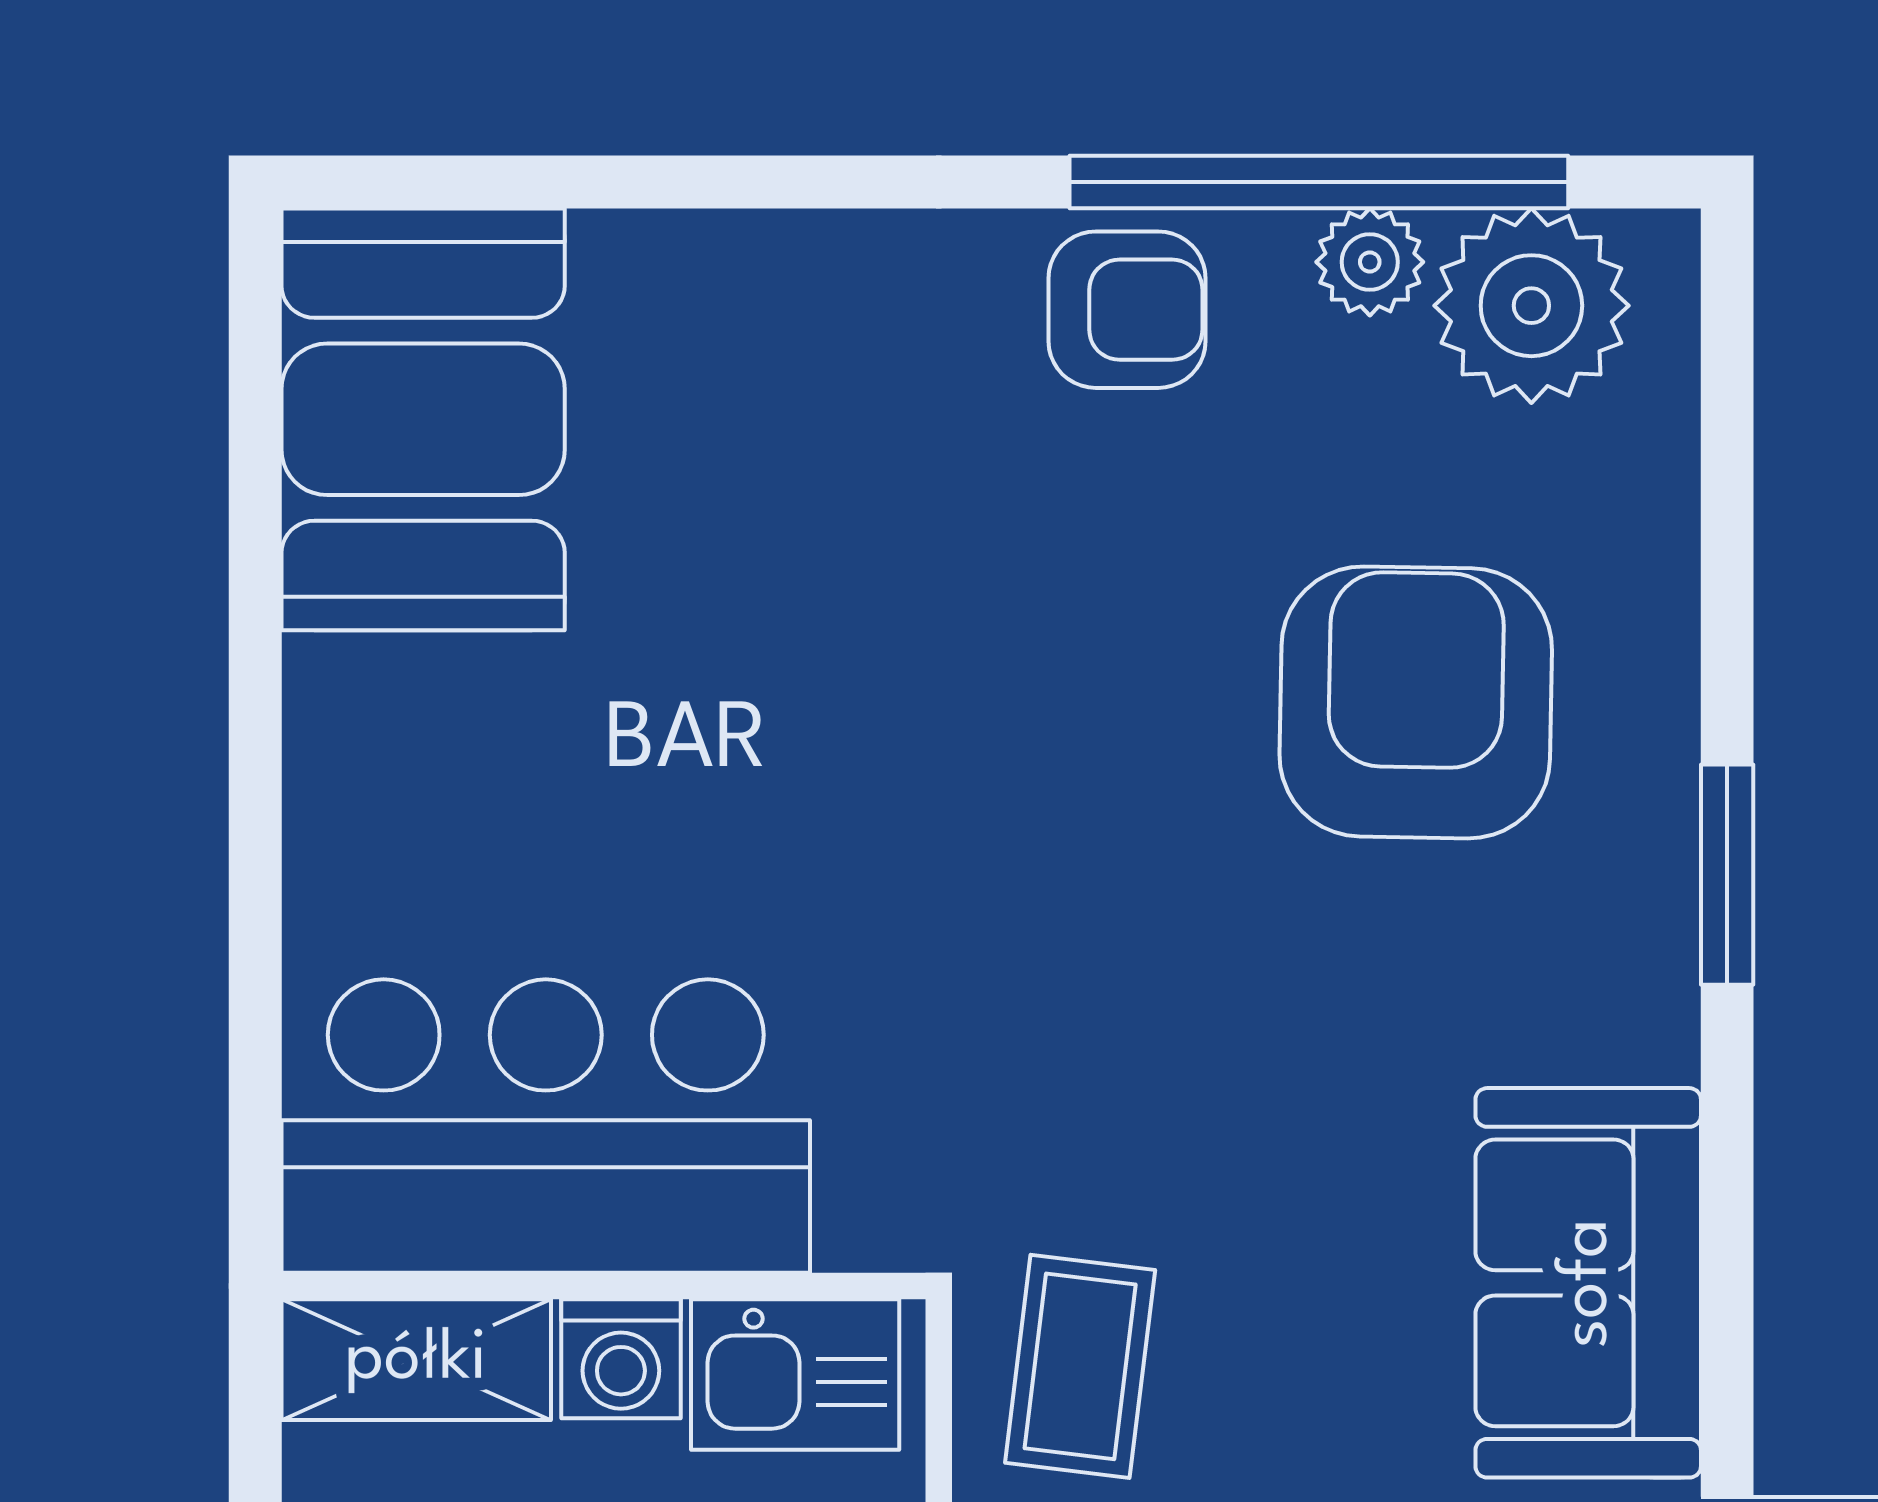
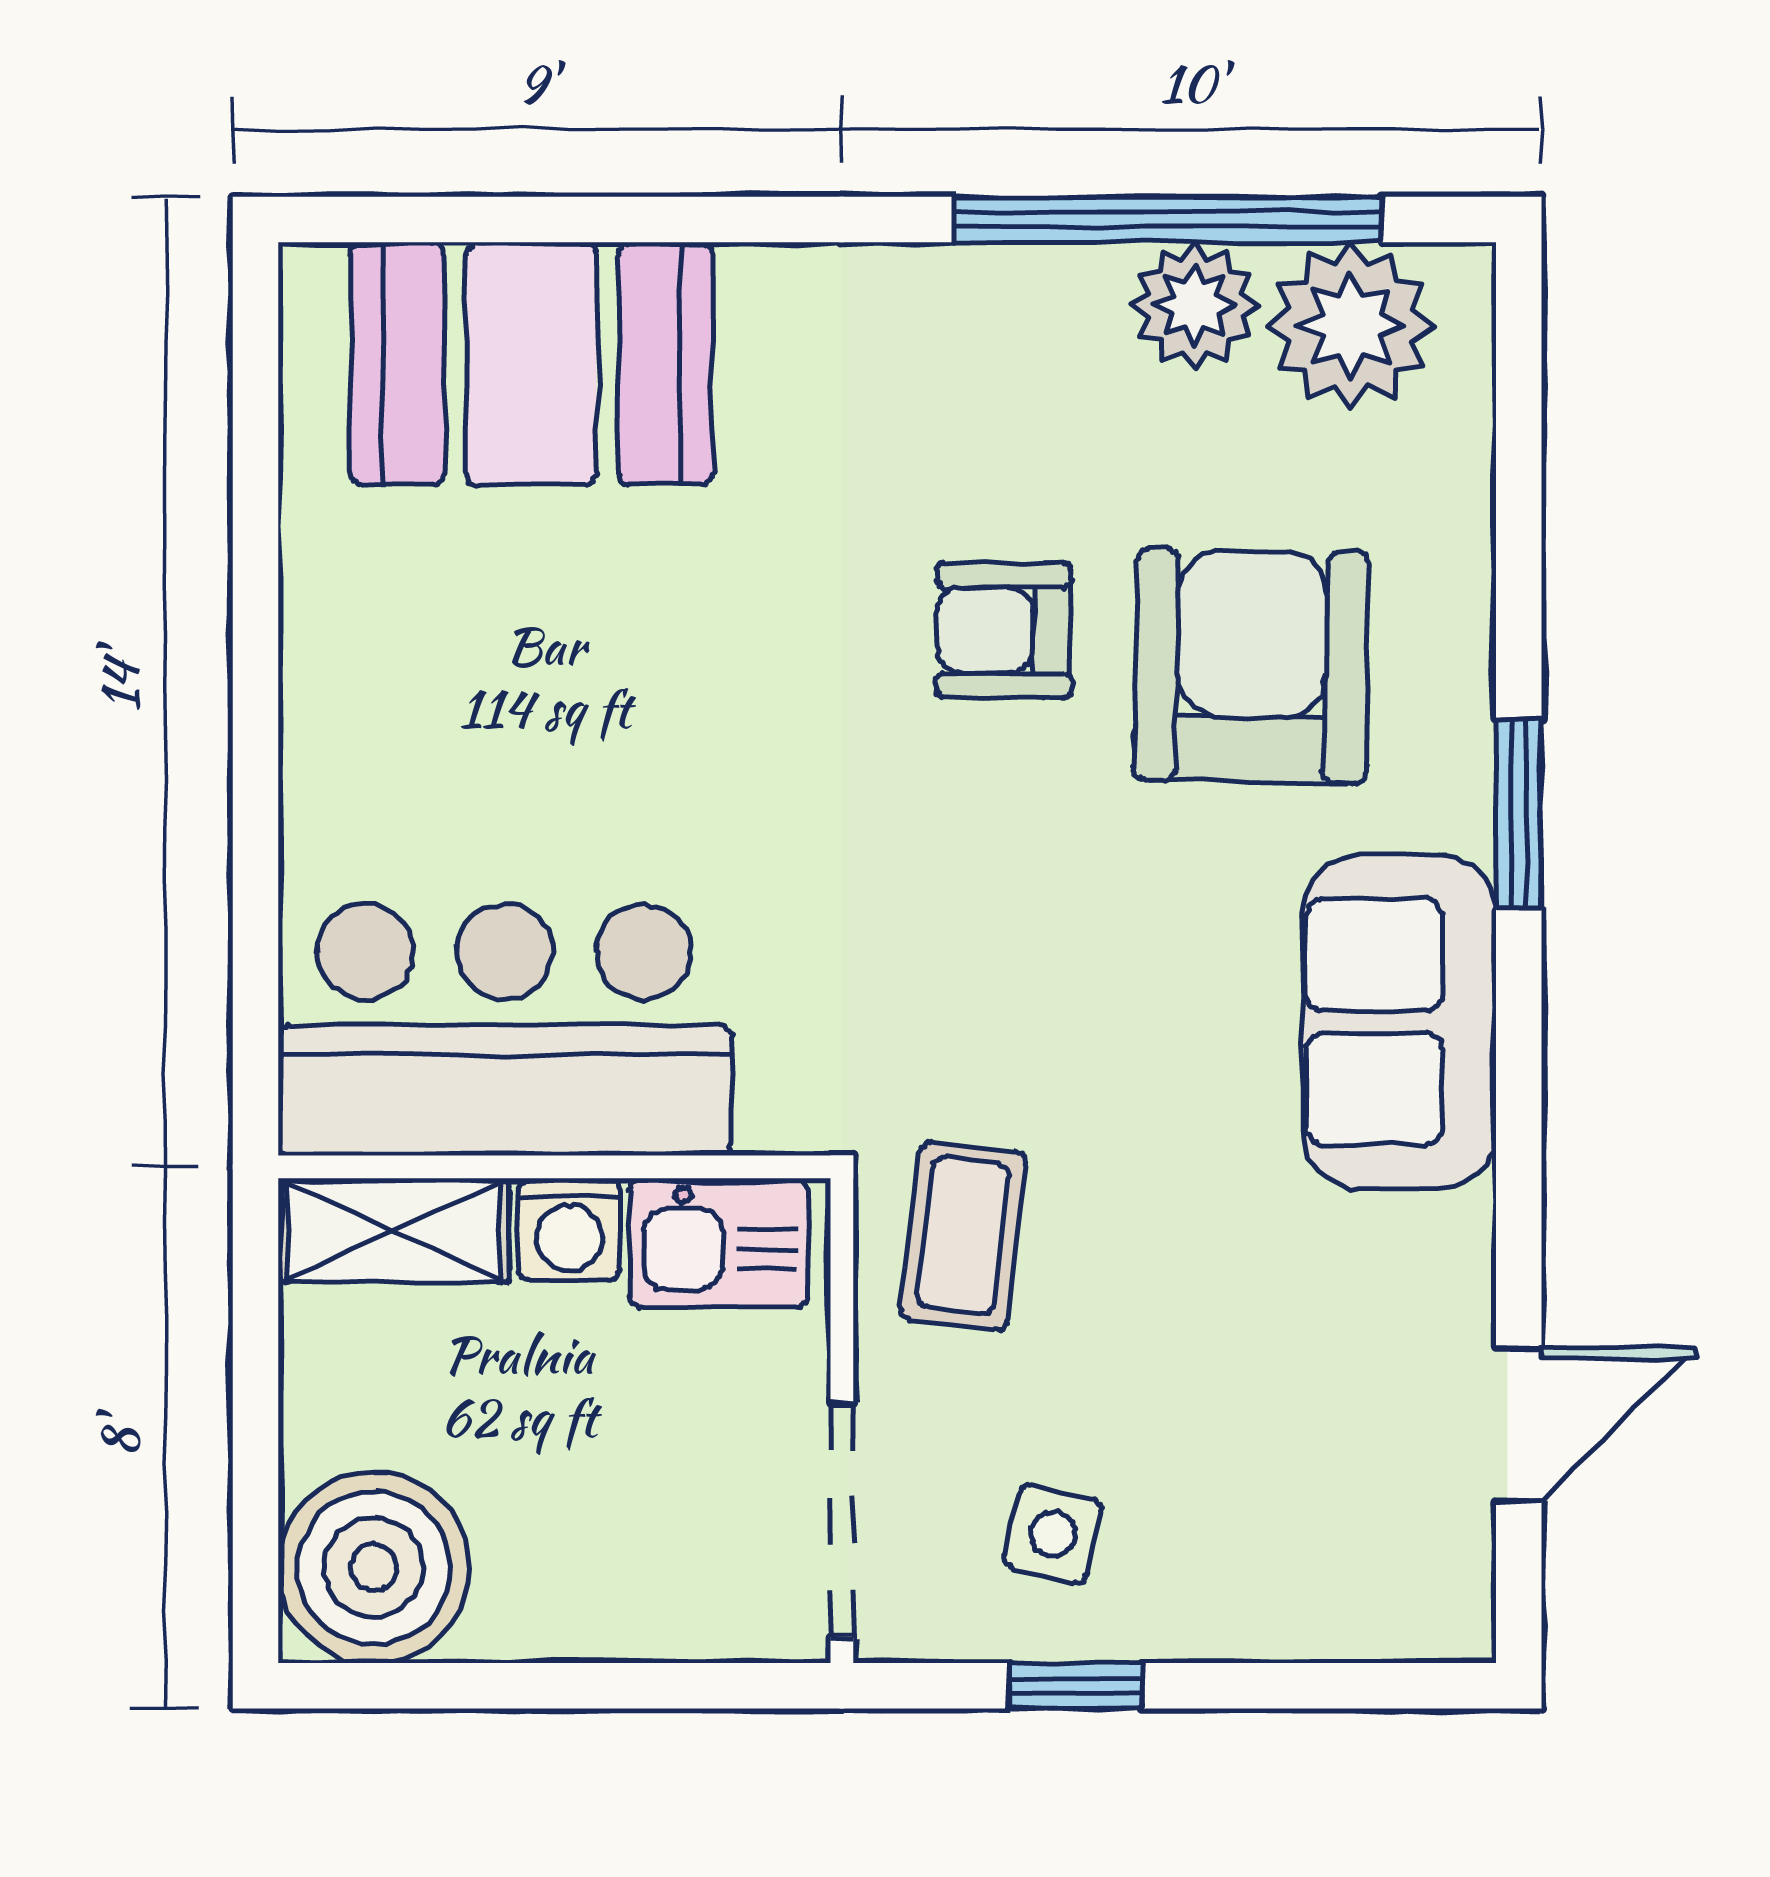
plant: (1370, 262) -> (1195, 305), width x1.38, depth x1.38
armchair: (1127, 310) -> (1004, 630), moved, turned 180
booth: (423, 419) -> (531, 364), moved, turned 90
sofa: (1588, 1283) -> (1399, 1022), moved

